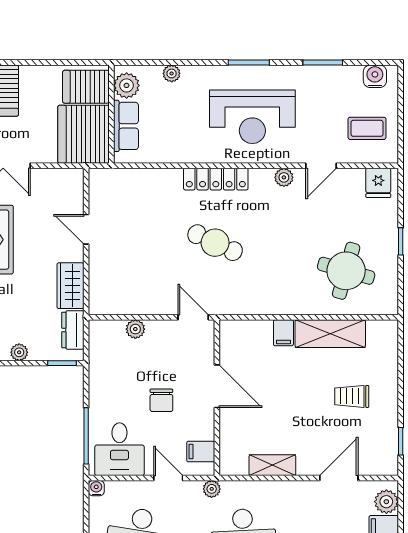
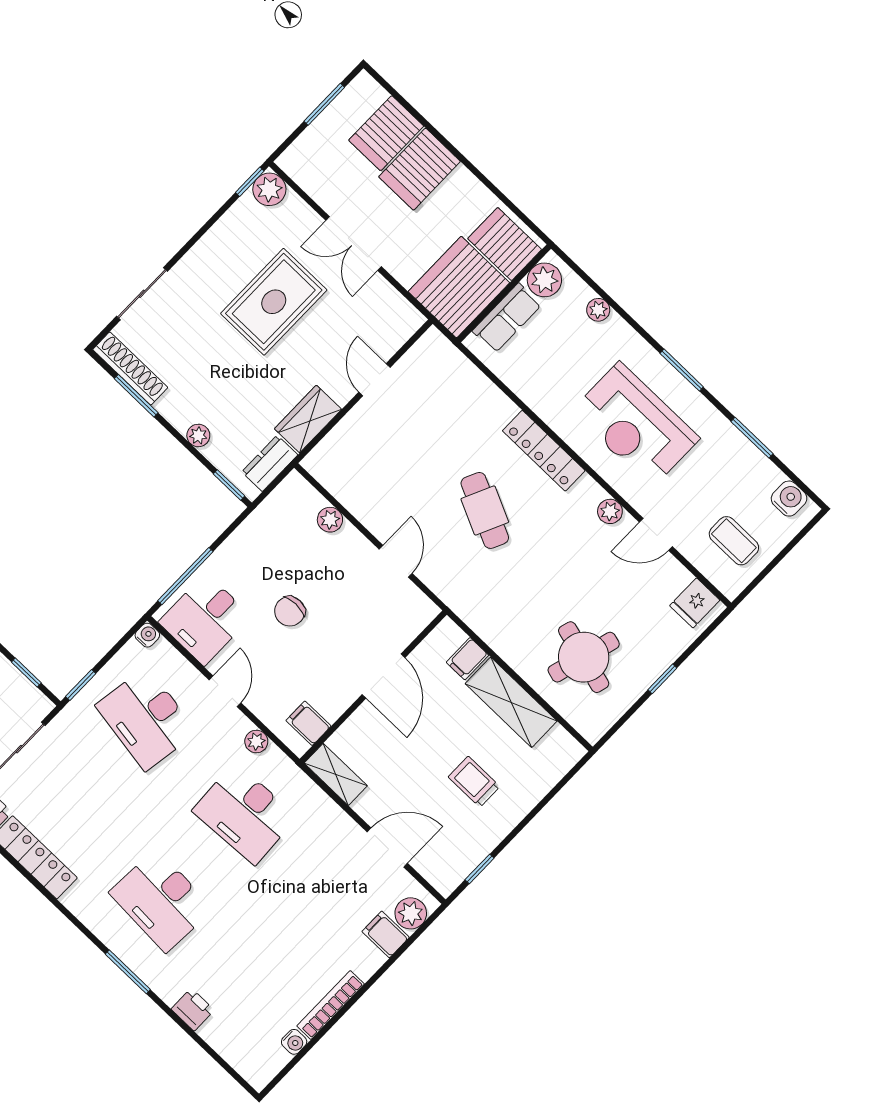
door: (217, 386) -> (384, 676), moved
wall: (217, 398) -> (373, 687), moved
filing cabinet: (201, 452) -> (308, 723), moved

